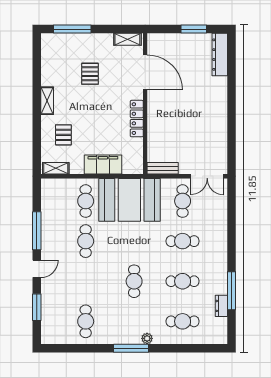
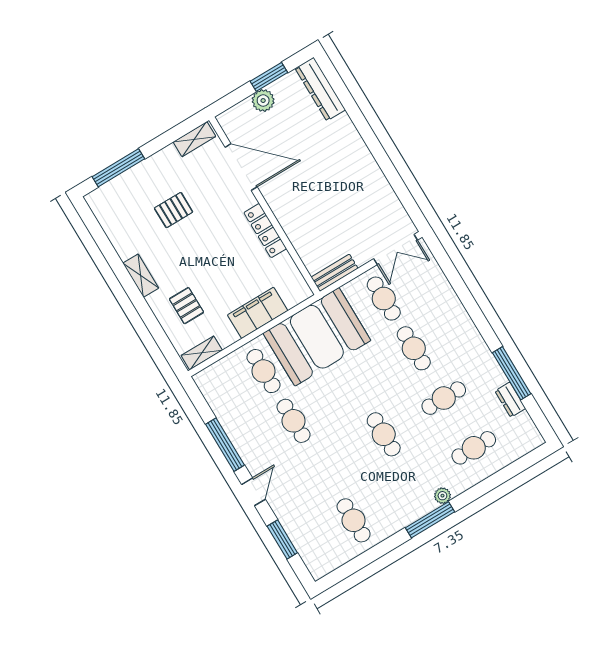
plant: (182, 41) -> (263, 101), added
pallet: (90, 74) -> (174, 210), turned 90
cafe table: (183, 241) -> (414, 348), turned 90

